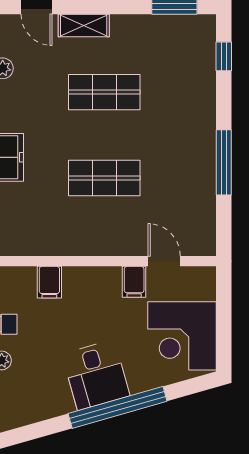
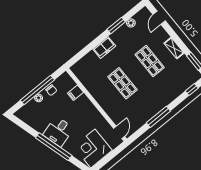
shelving: (84, 26) -> (174, 48), moved
door: (164, 261) -> (119, 132), moved
filing cabinet: (134, 282) -> (98, 119), removed

